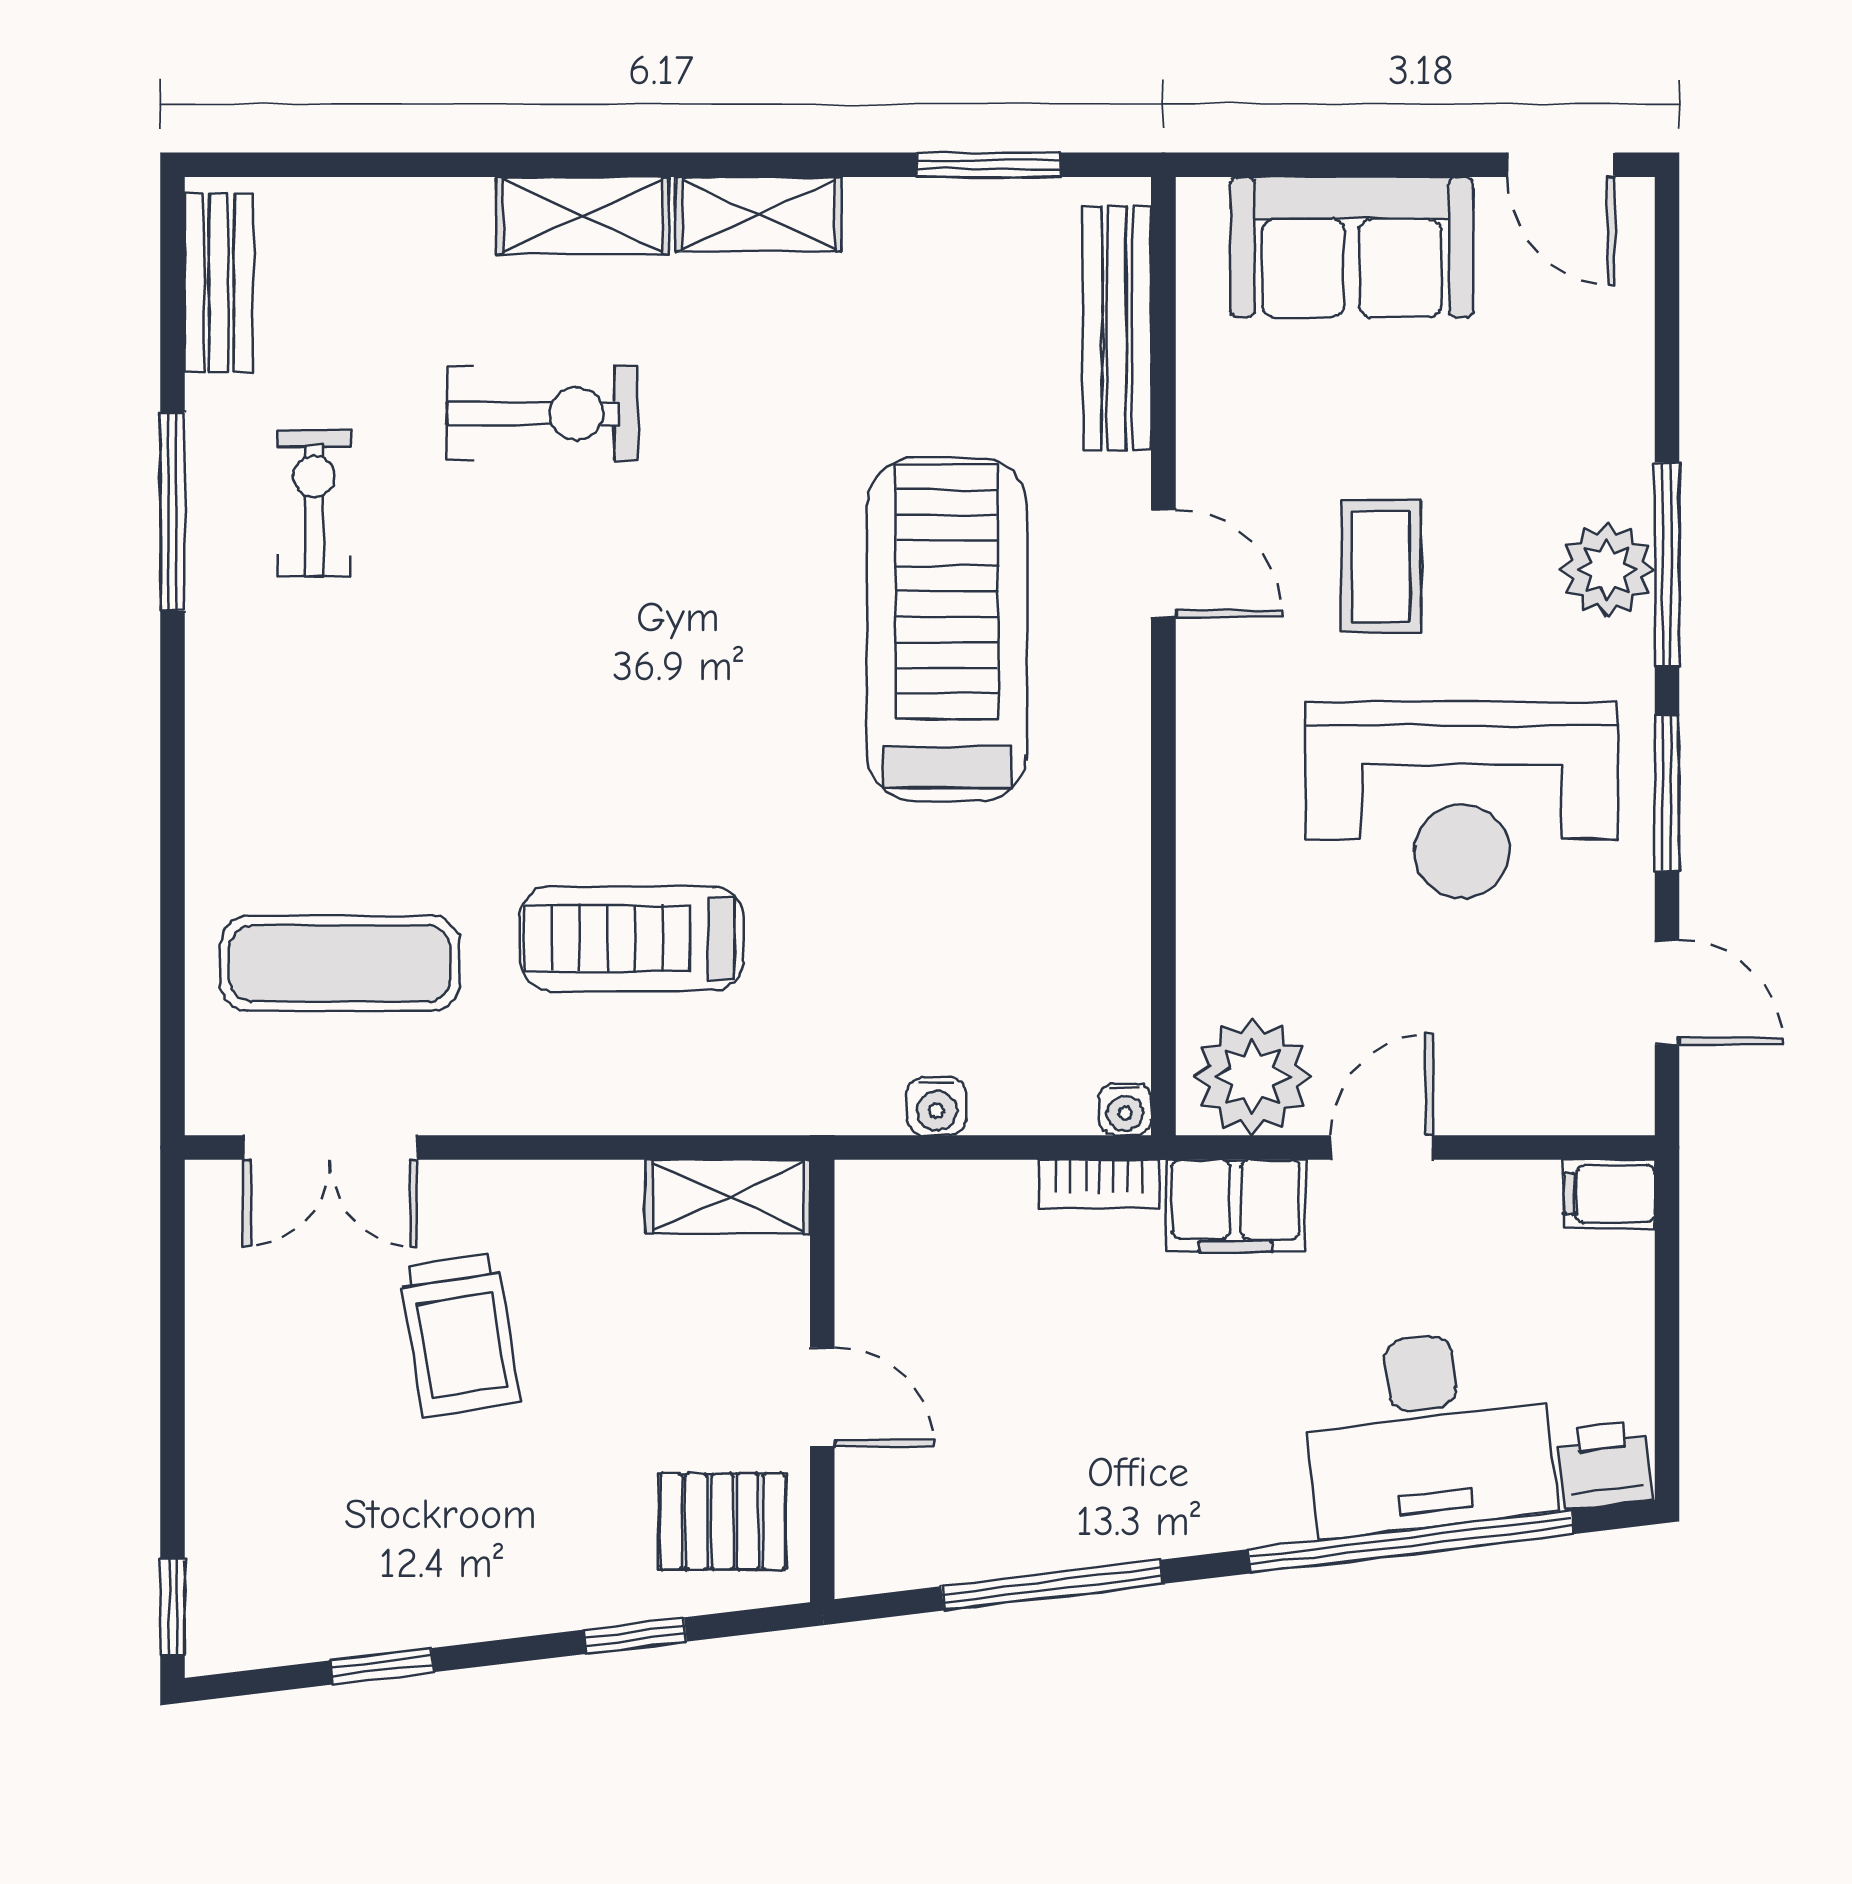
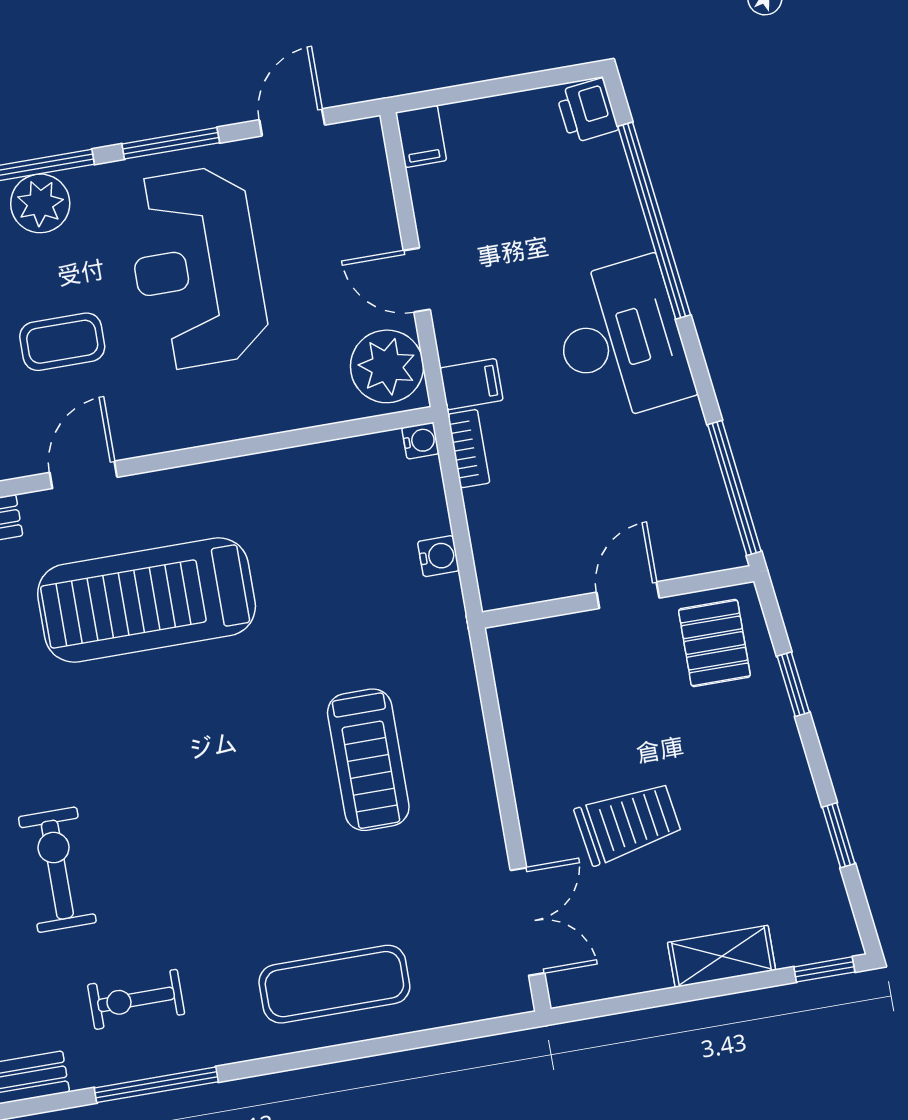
reception desk: (1462, 800) -> (196, 268), turned 180
exercise mat: (340, 963) -> (334, 984), moved, turned 90
shelving: (728, 1197) -> (722, 956), moved, turned 90
filing cabinet: (1236, 1206) -> (471, 384), width x0.50
desk: (1428, 1432) -> (621, 340), moved
window: (1052, 1585) -> (734, 488), moved

